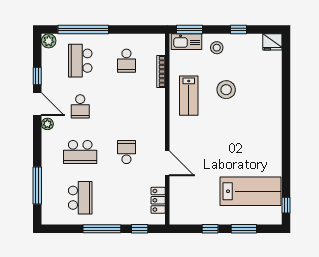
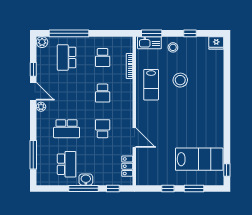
school desk: (80, 106) -> (103, 93), moved
washbasin: (105, 217) -> (86, 180), added

